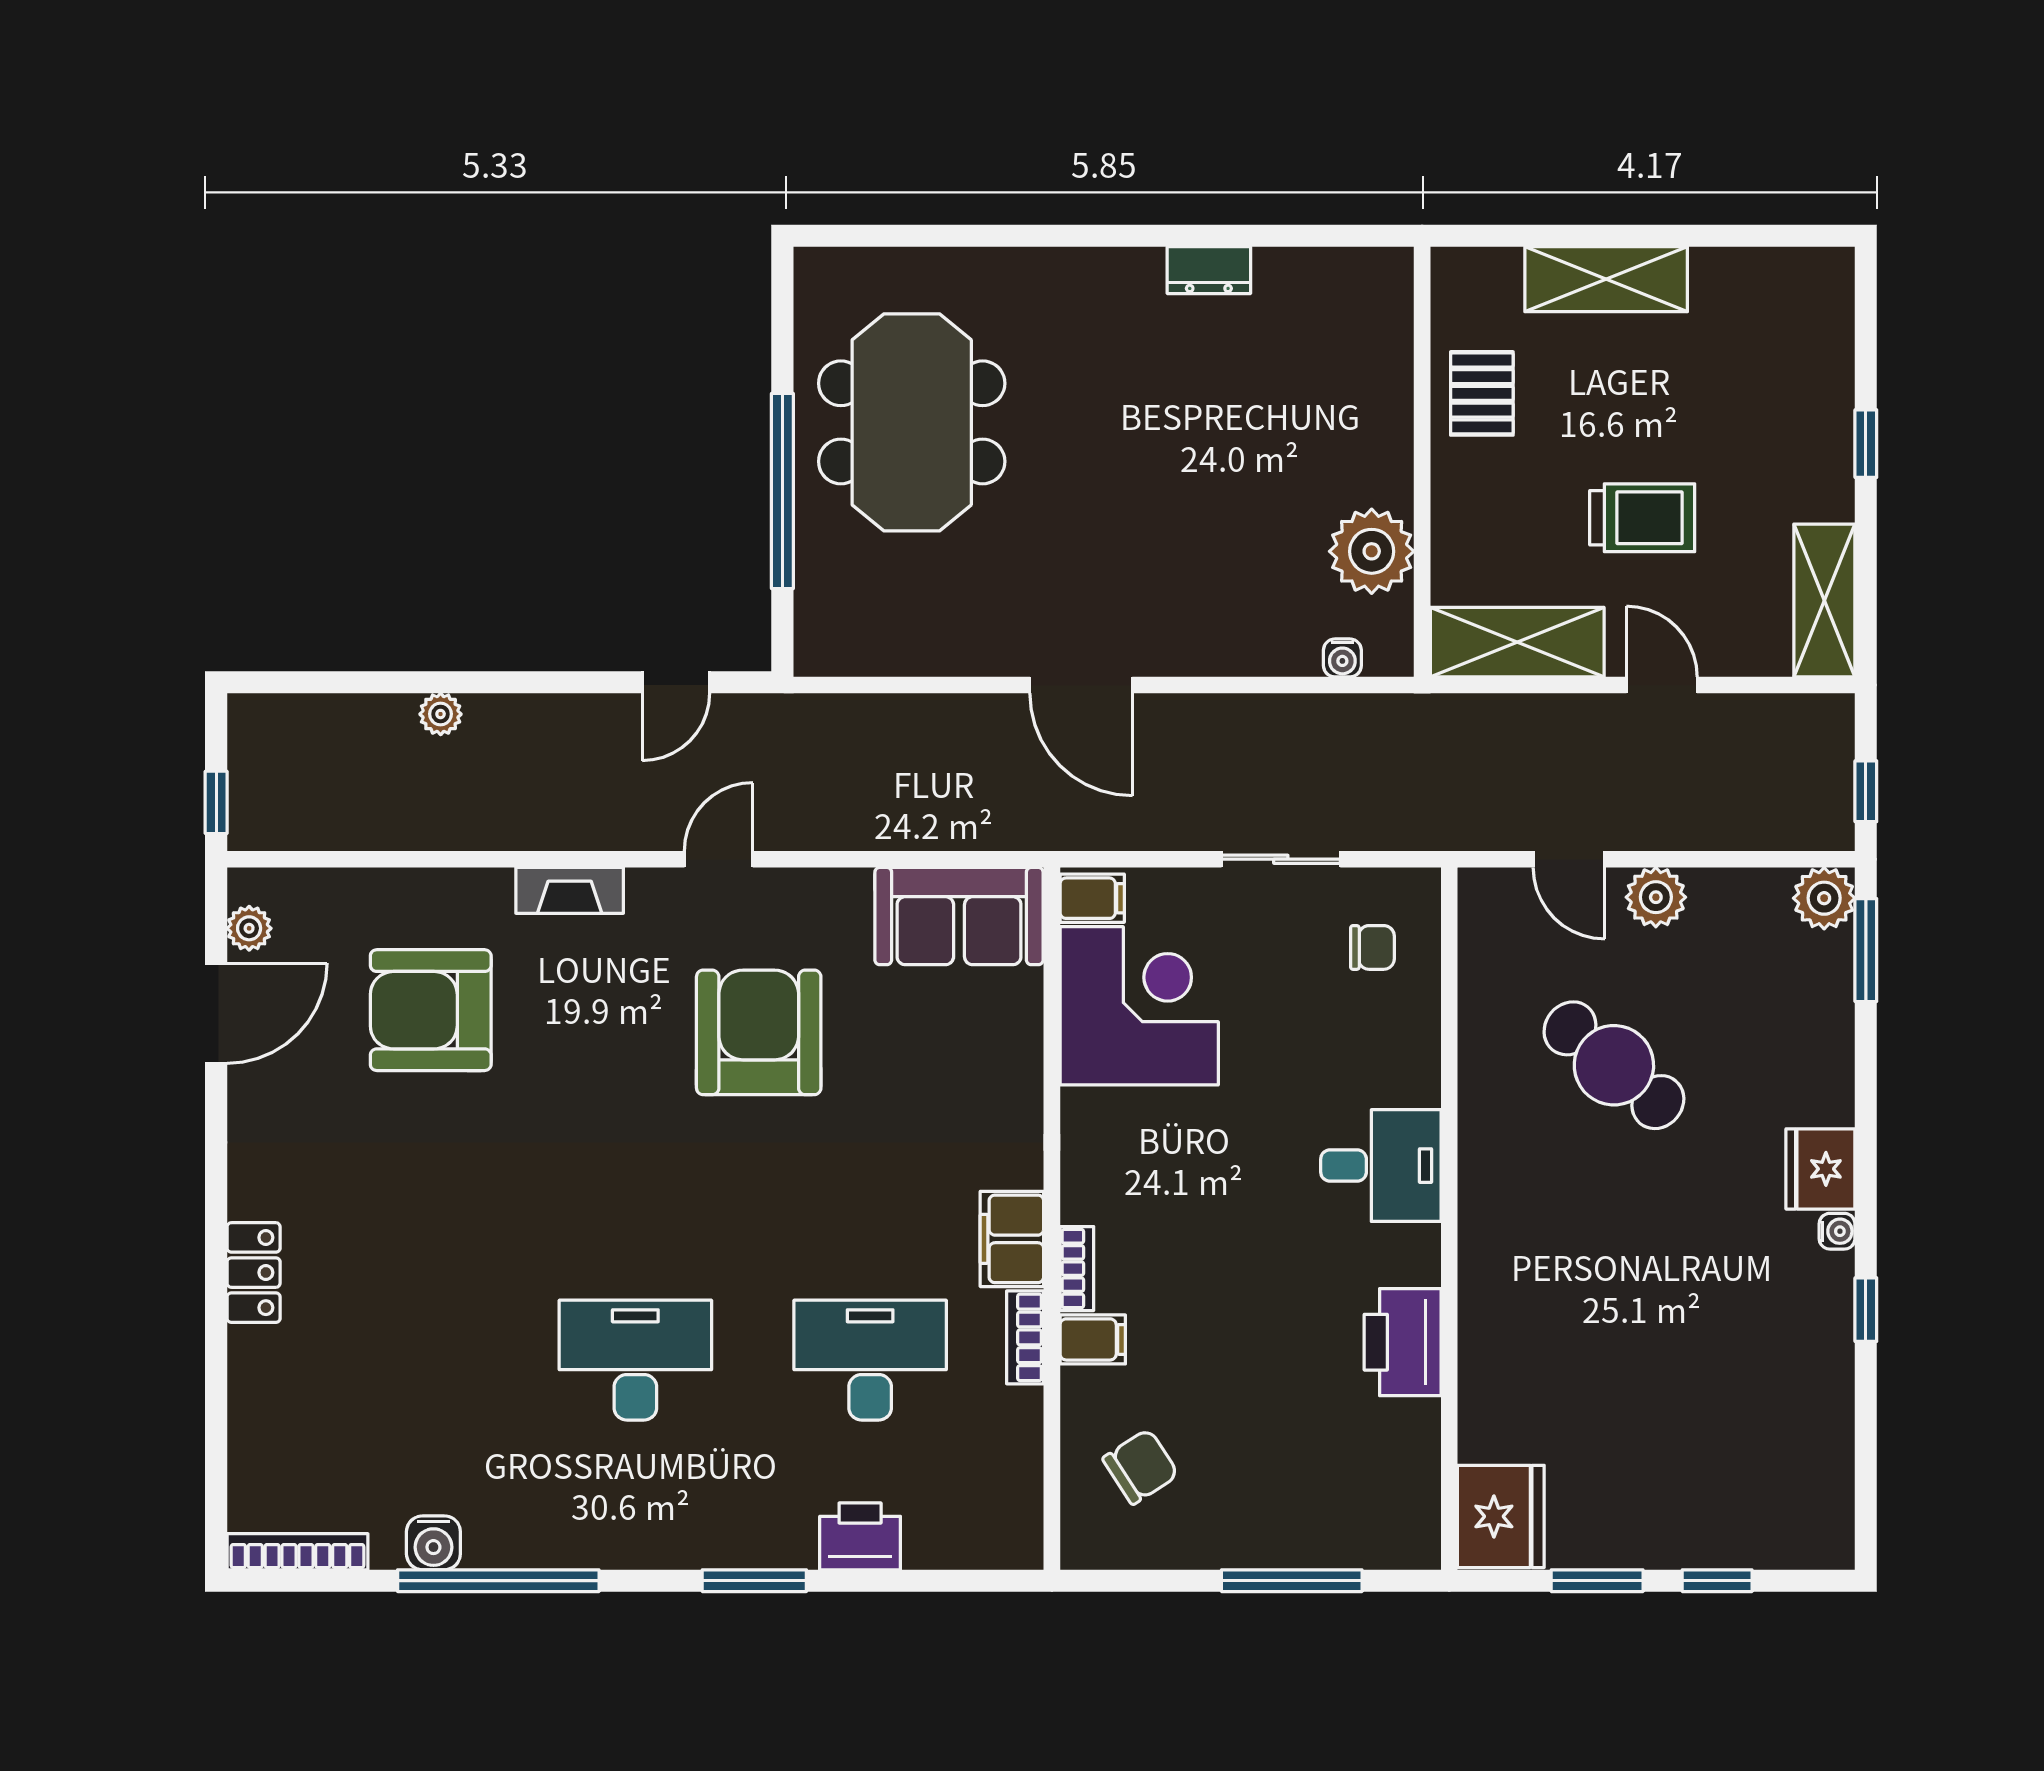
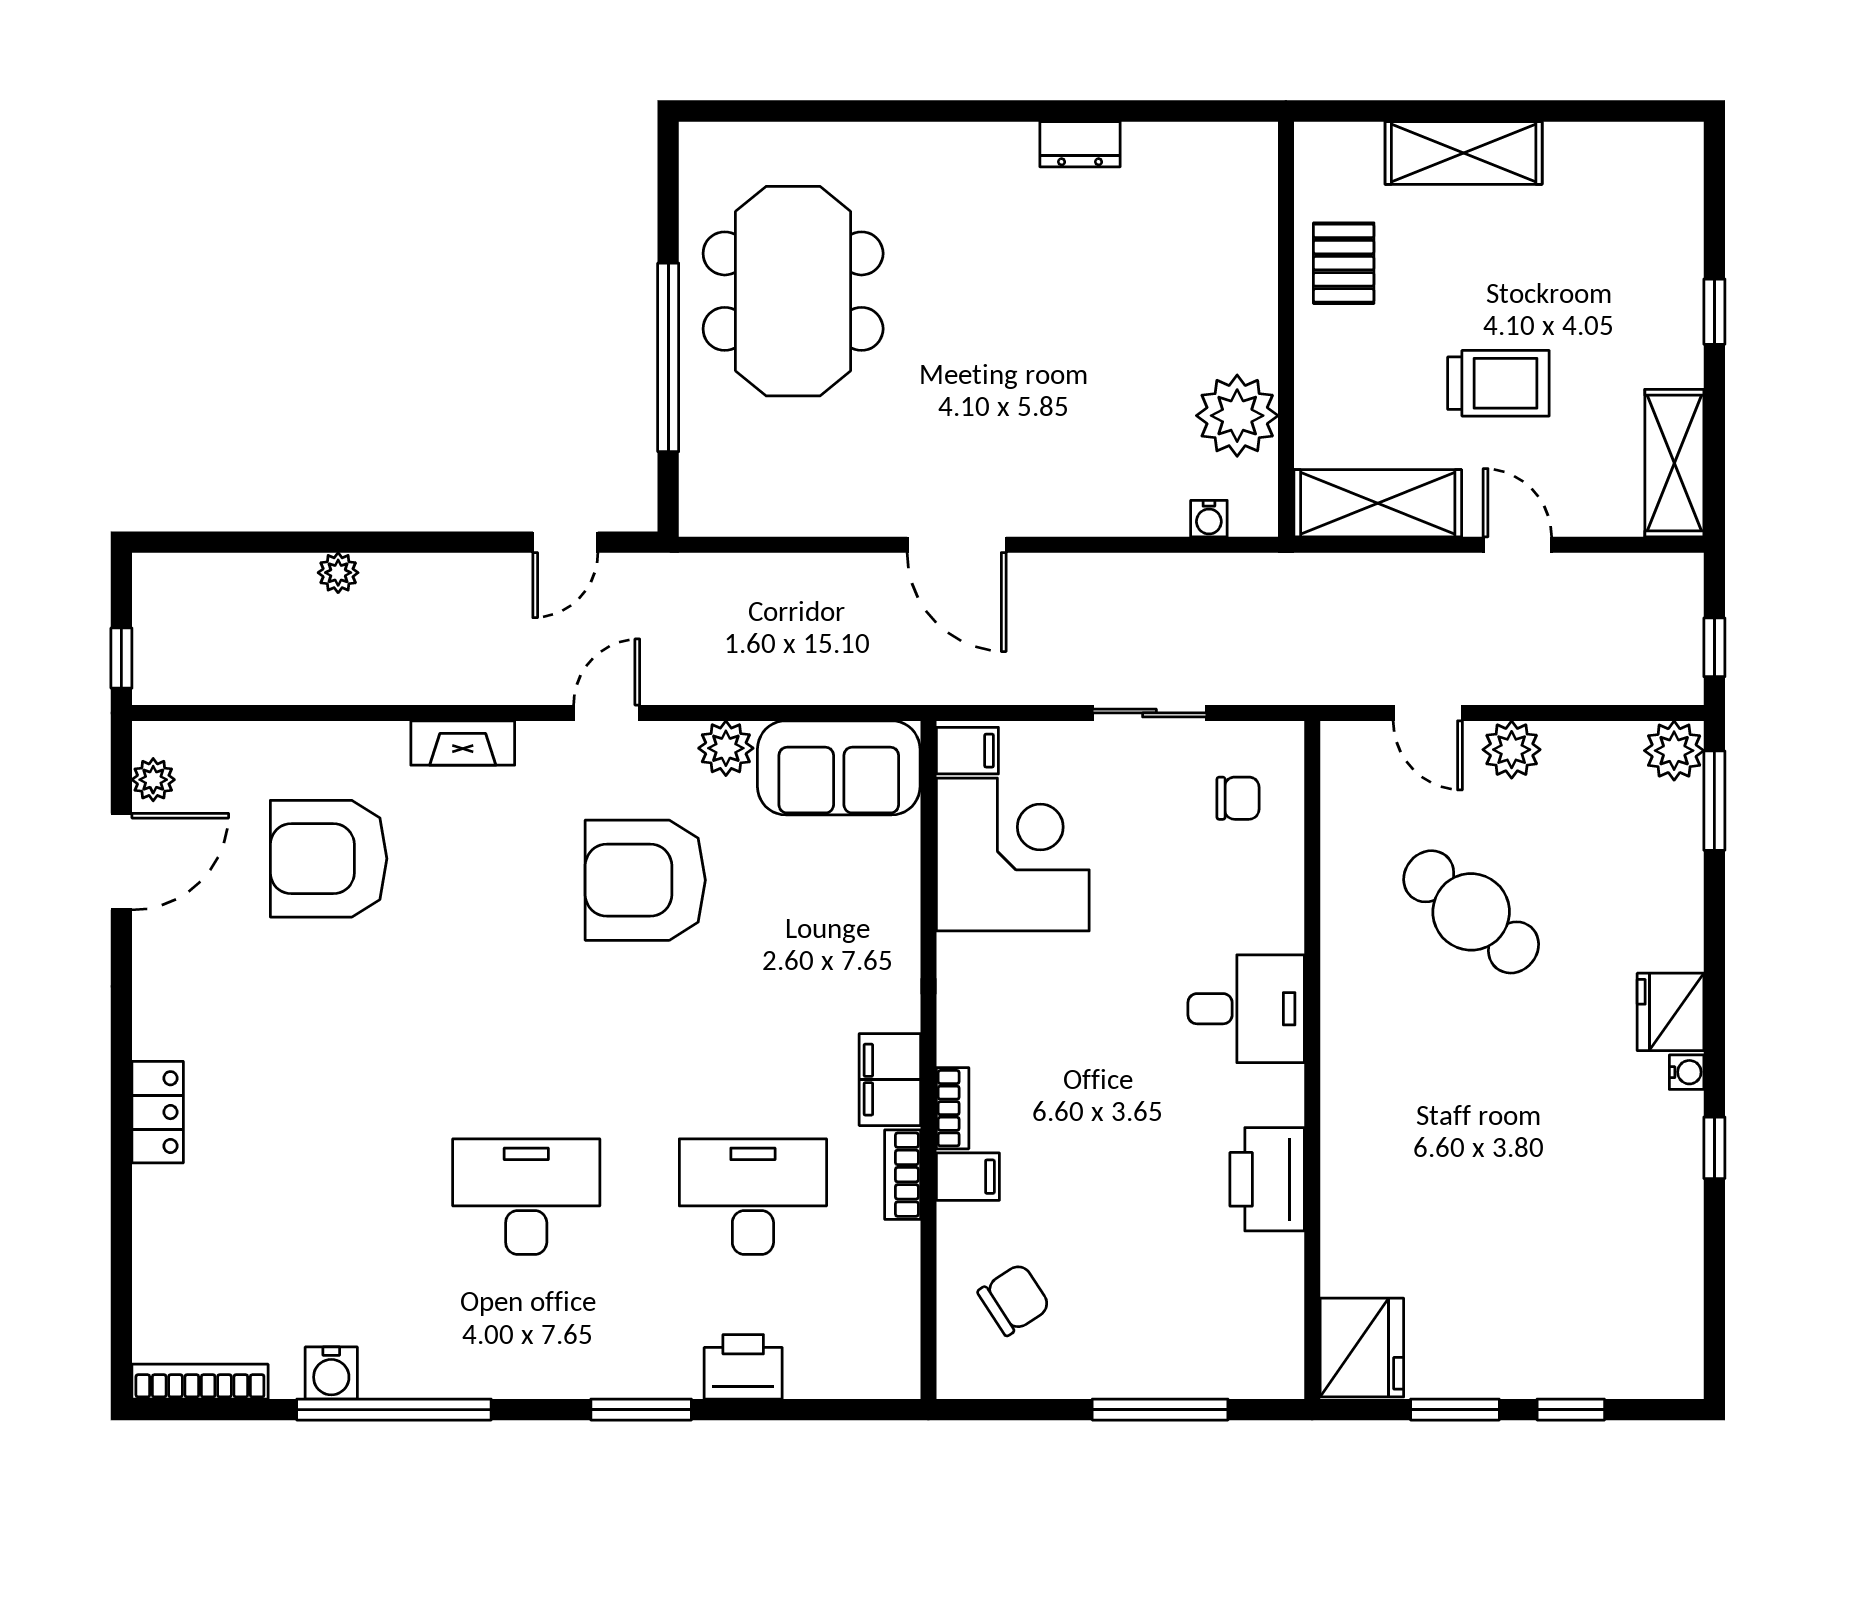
plant: (842, 896) -> (726, 748), added
armchair: (759, 1032) -> (645, 880), turned -90

